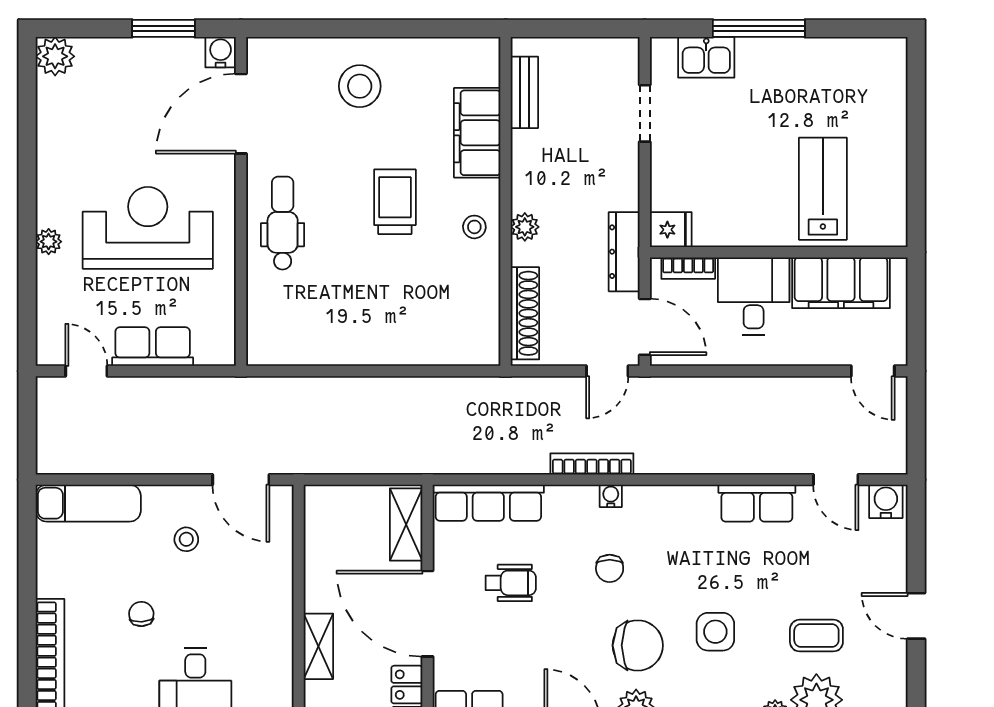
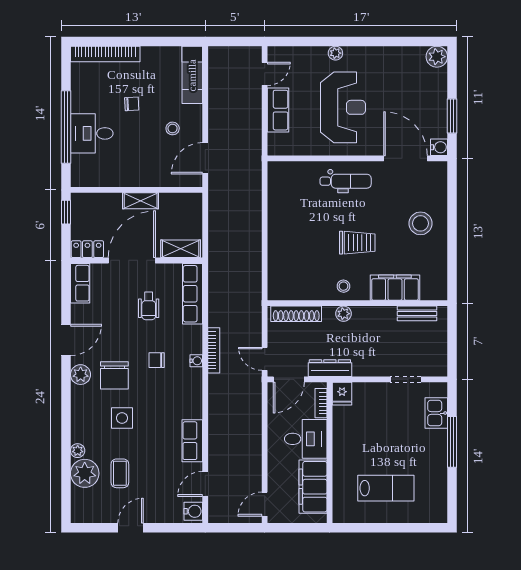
lab bench: (823, 189) -> (386, 488), moved
shelving: (318, 646) -> (141, 201), moved

